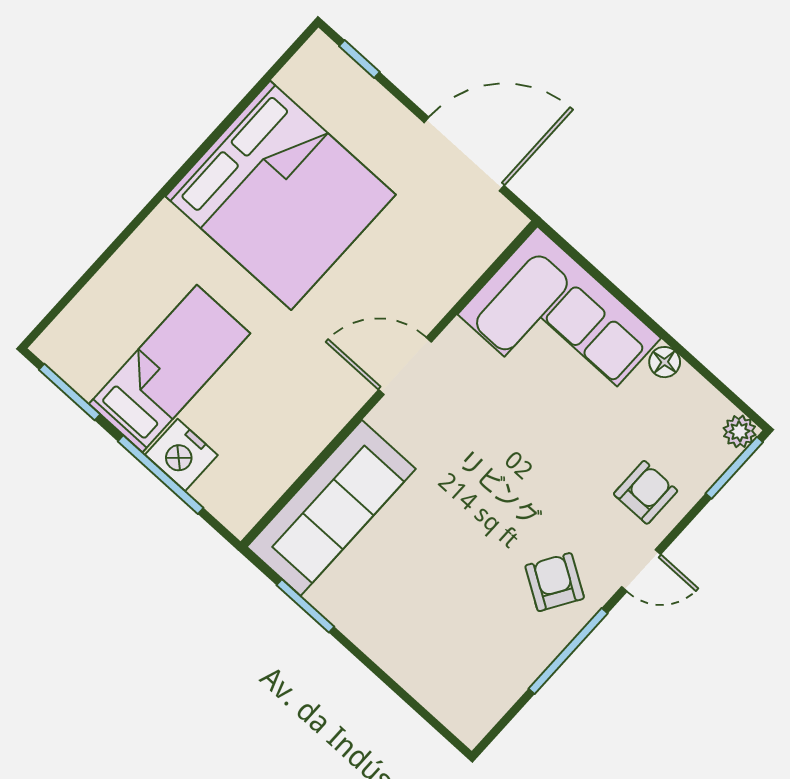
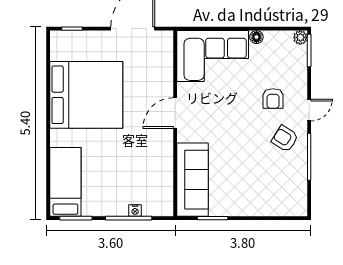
bed: (170, 369) -> (65, 182), moved
nightstand: (181, 455) -> (135, 211), width x0.53, depth x0.56
armchair: (646, 492) -> (273, 98), moved, turned 180

